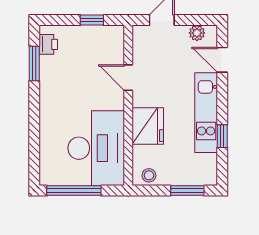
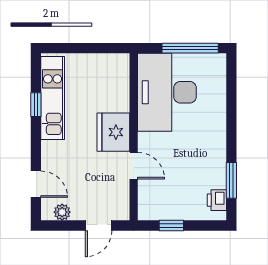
kitchen unit: (206, 113) -> (53, 98), moved
fridge: (148, 126) -> (113, 132), moved
stool: (149, 175) -> (112, 64), removed
window: (187, 191) -> (72, 48), removed

